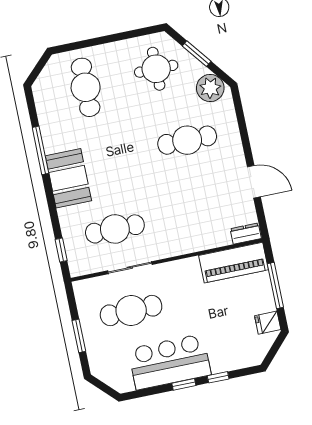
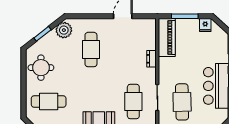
round table: (156, 69) -> (41, 68), moved
dresser: (246, 234) -> (152, 59), moved

